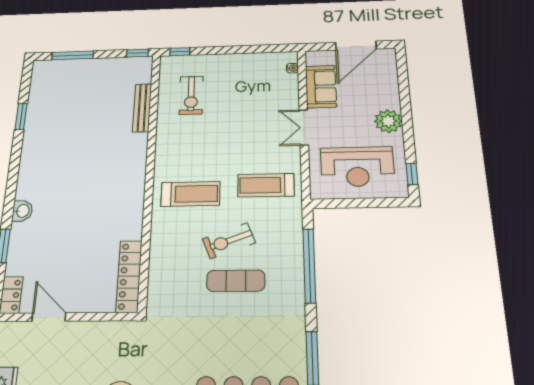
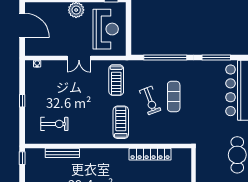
window: (180, 52) -> (22, 101), moved
sofa: (321, 87) -> (51, 47), removed
locker: (129, 276) -> (150, 154), moved

